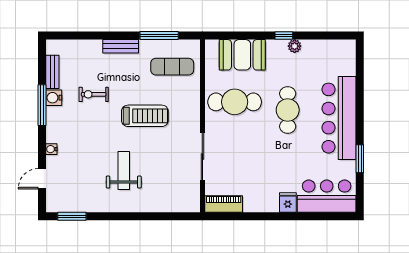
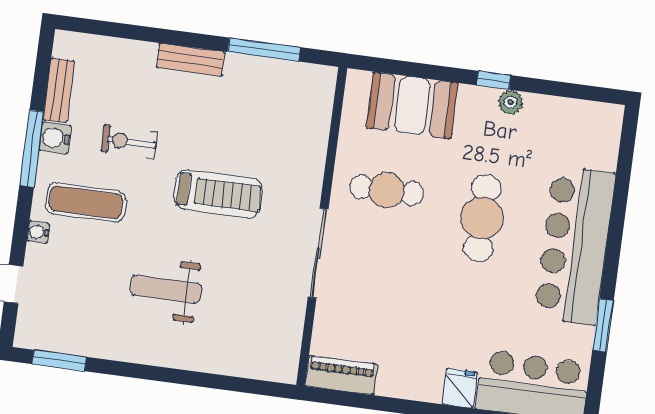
exercise mat: (172, 67) -> (86, 202), moved
cafe table: (235, 102) -> (387, 190), width x0.73, depth x0.74
sliding door: (202, 157) -> (318, 253), moved
weight bench: (124, 171) -> (166, 289), turned -90

